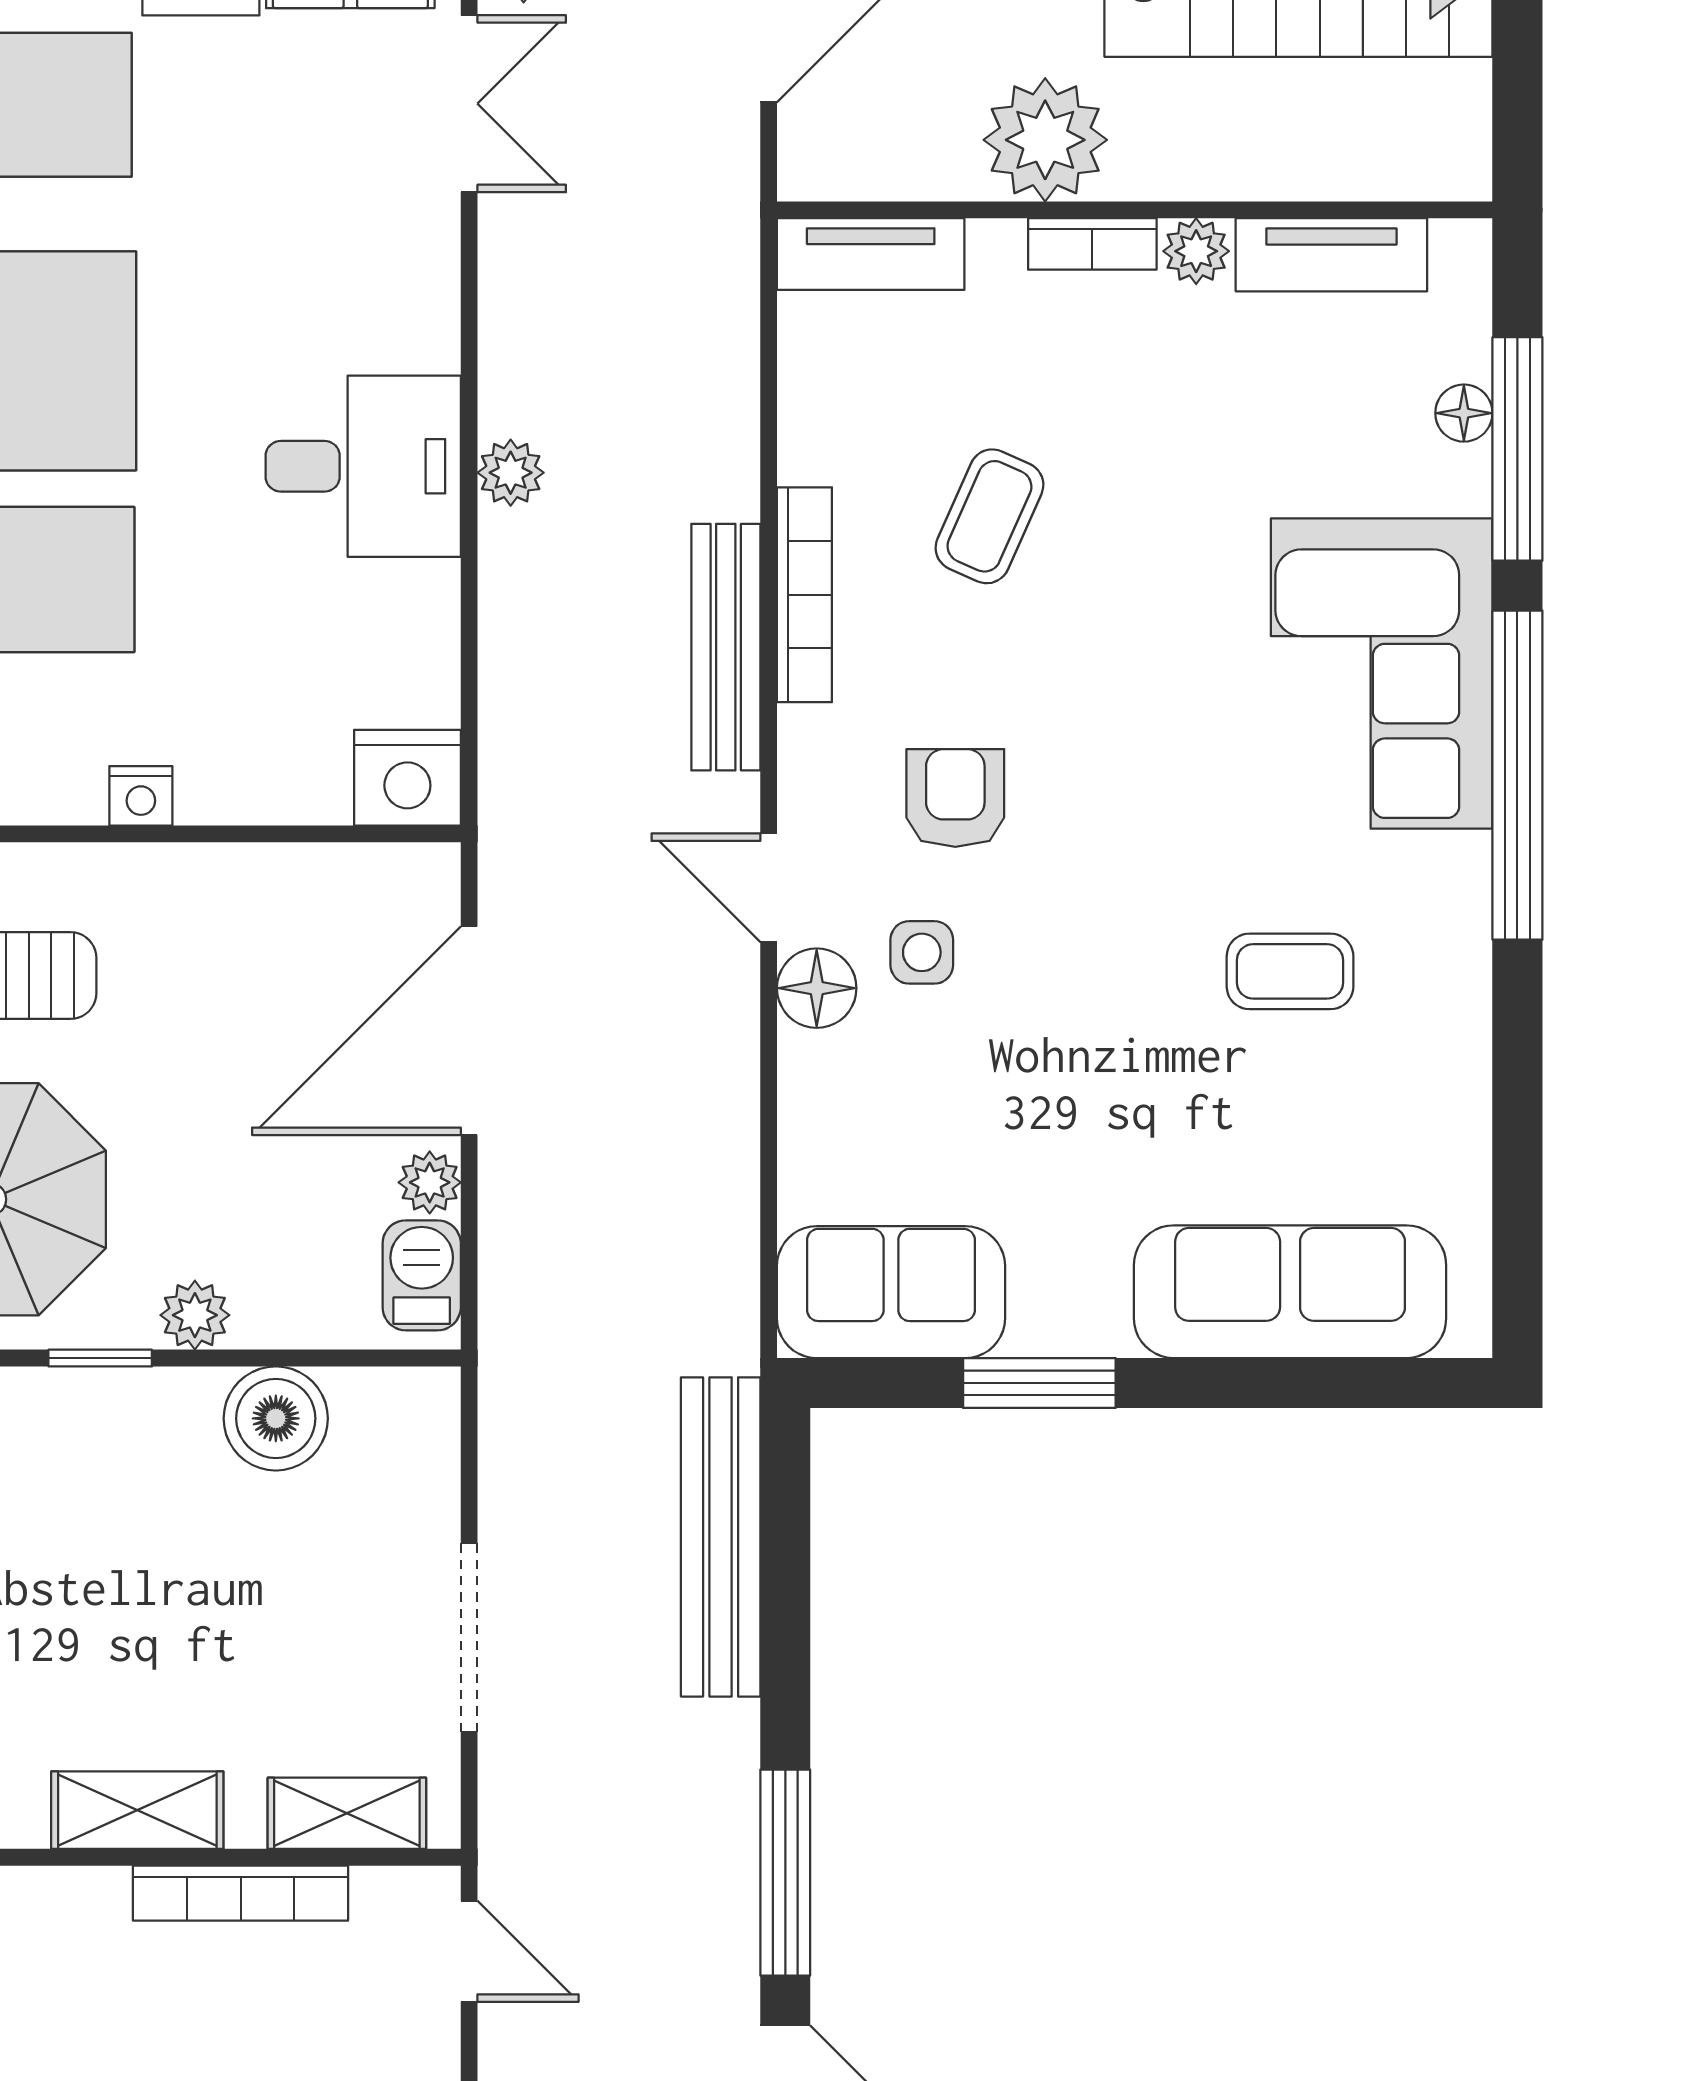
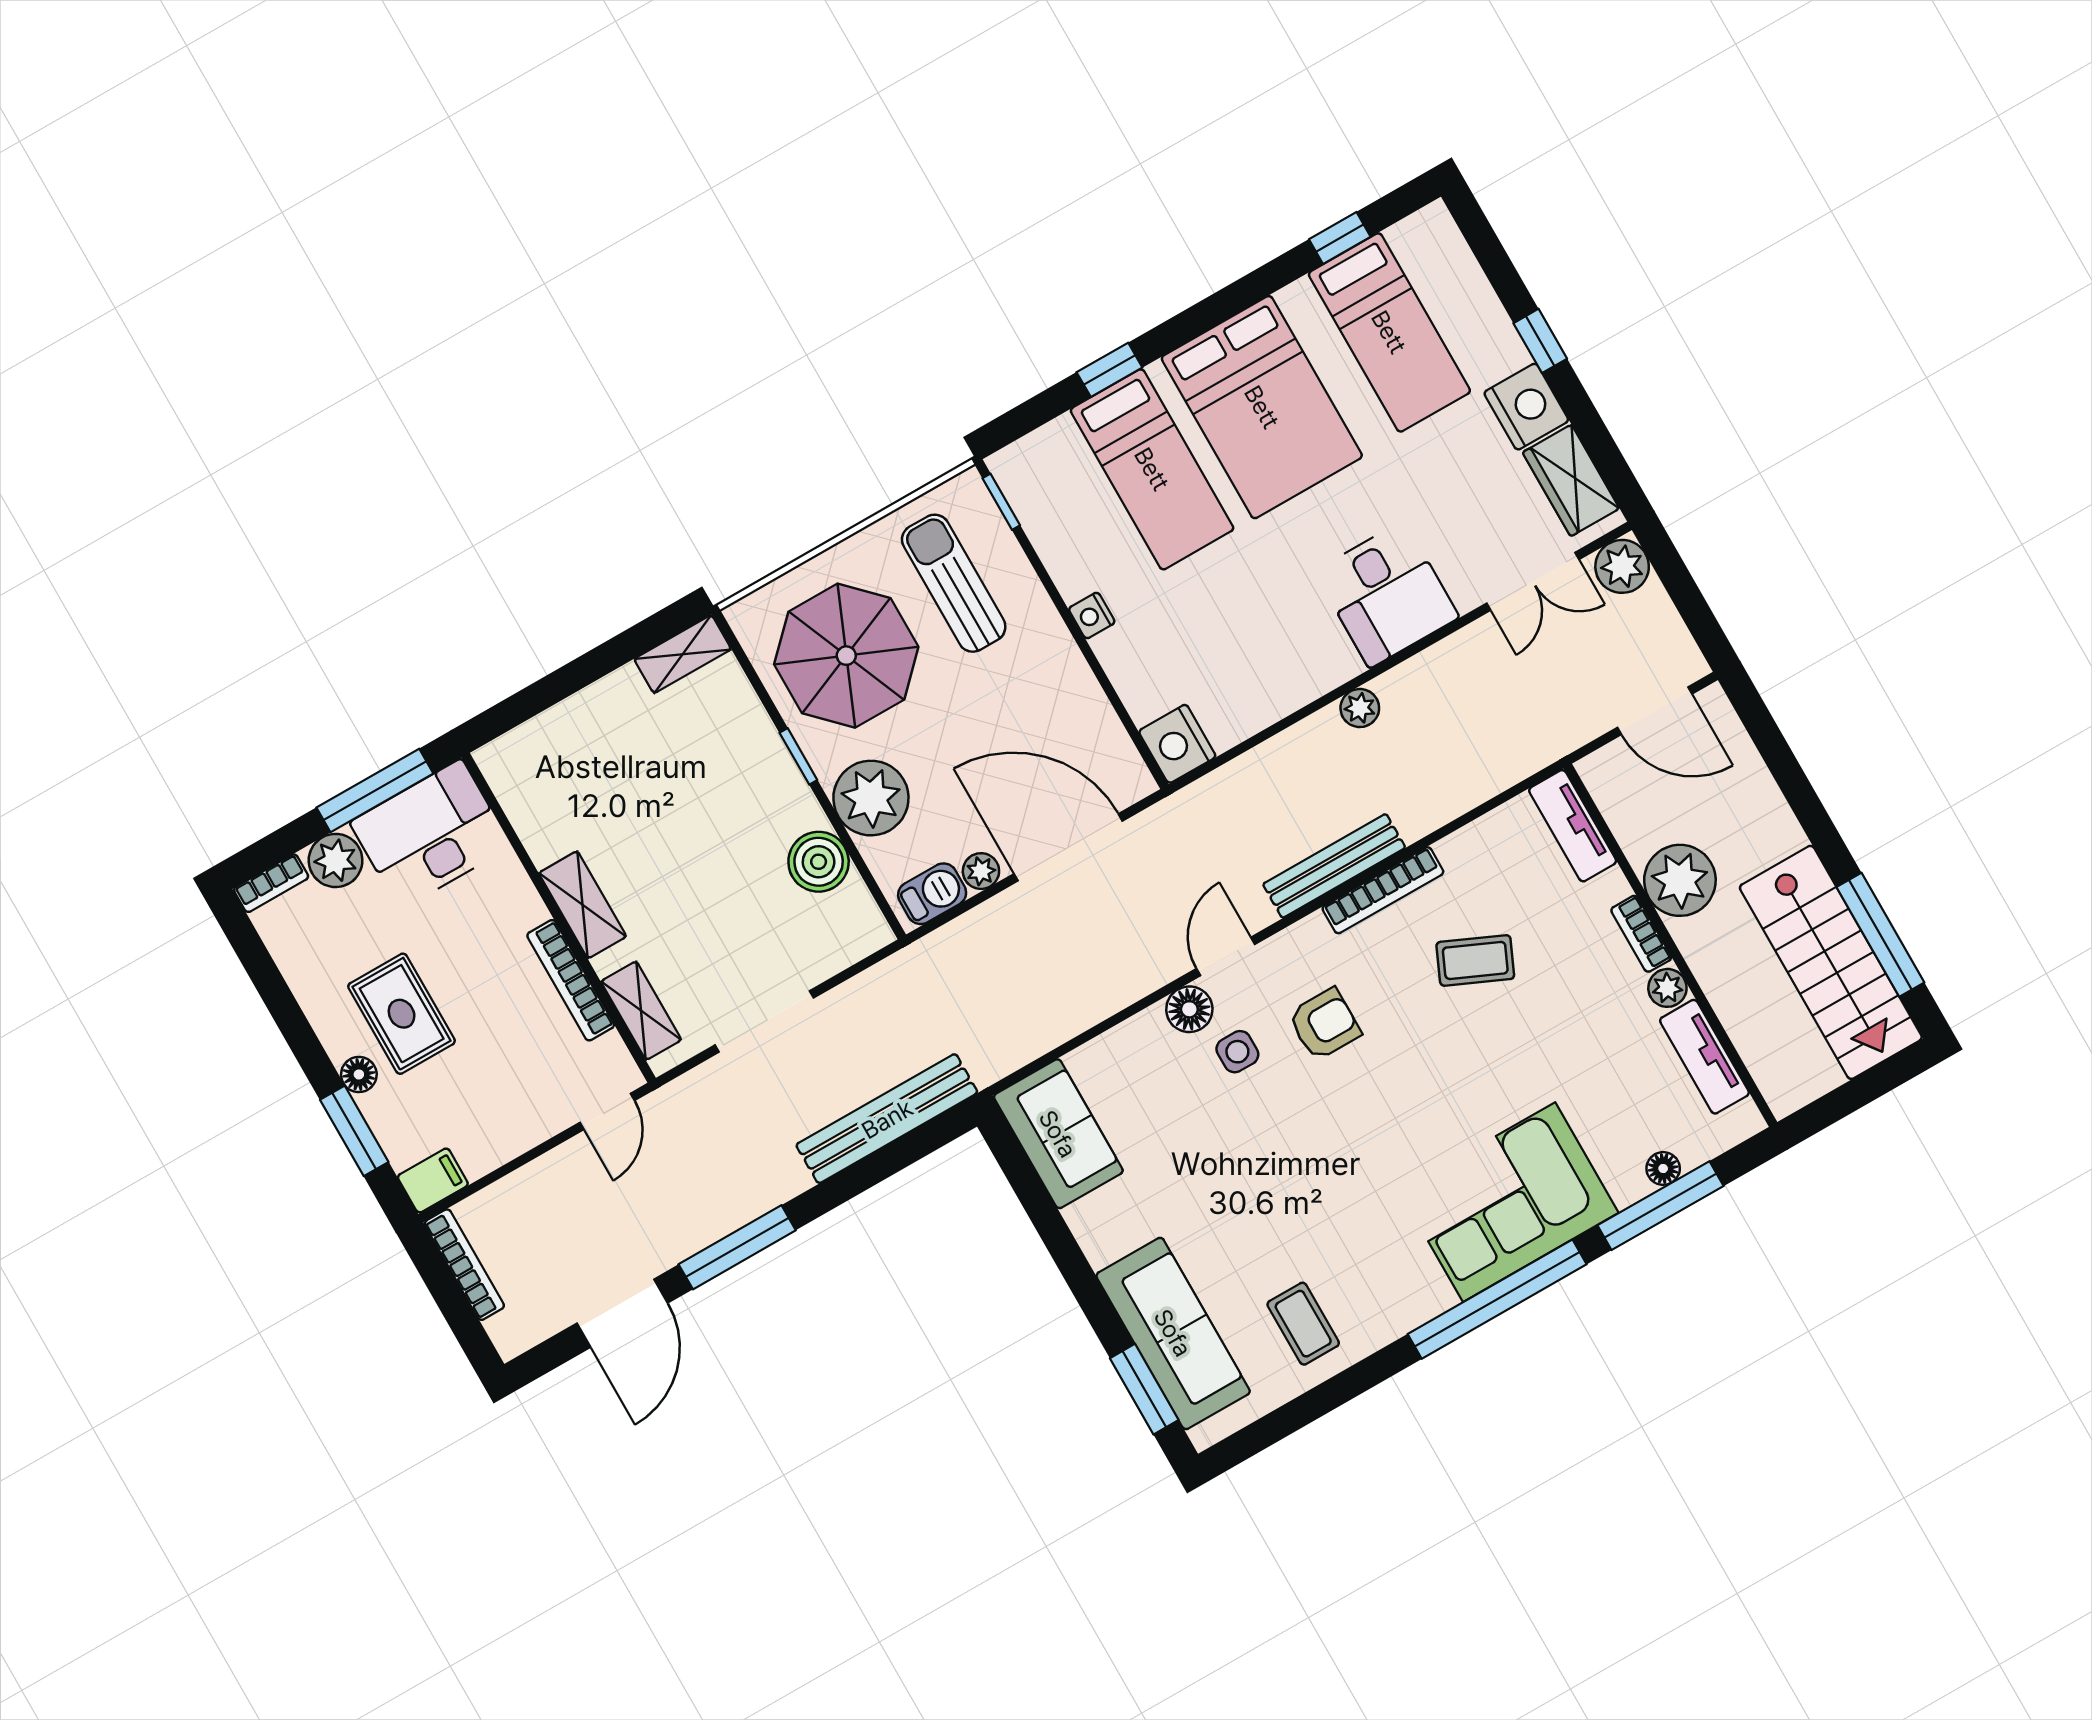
desk: (363, 466) -> (1387, 594), moved
coffee table: (1290, 971) -> (1303, 1324), moved
plant: (195, 1315) -> (871, 798), width x1.88, depth x1.88
window: (1039, 1383) -> (1144, 1389), moved

